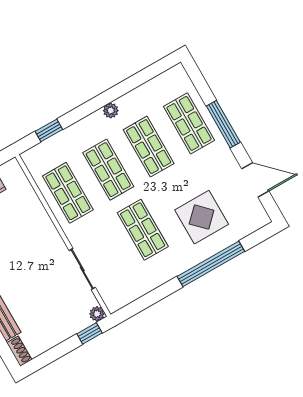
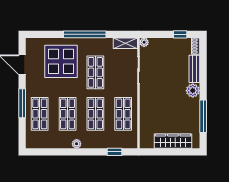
display table: (202, 217) -> (61, 61), width x1.36, depth x1.36
window: (211, 264) -> (85, 34), moved
shelving: (123, 297) -> (125, 43), added
window: (90, 333) -> (180, 34), moved

